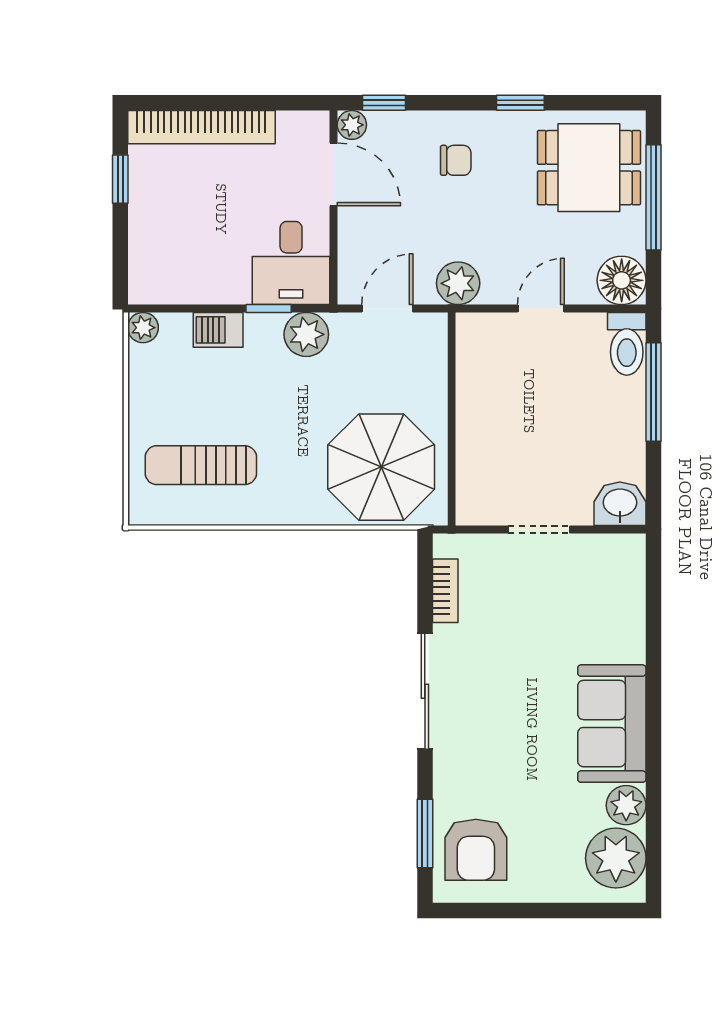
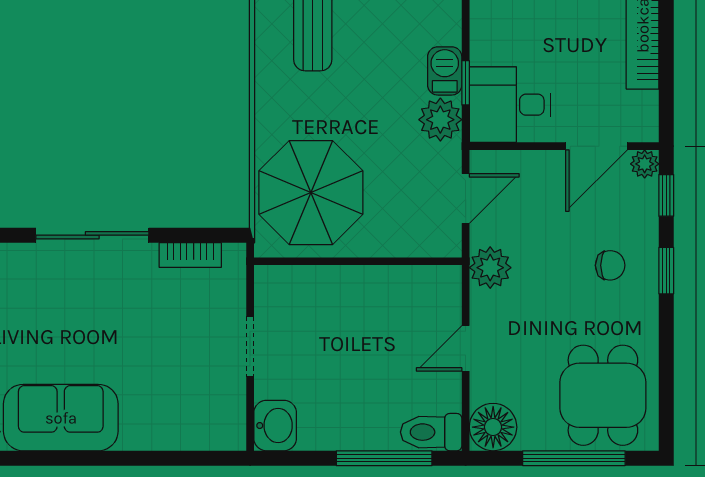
window: (520, 103) -> (666, 271), moved
chair: (456, 160) -> (610, 265), turned -90
door: (387, 309) -> (466, 199), hinge flipped
door: (541, 309) -> (466, 348), swing flipped
barbecue: (218, 330) -> (445, 71), moved

